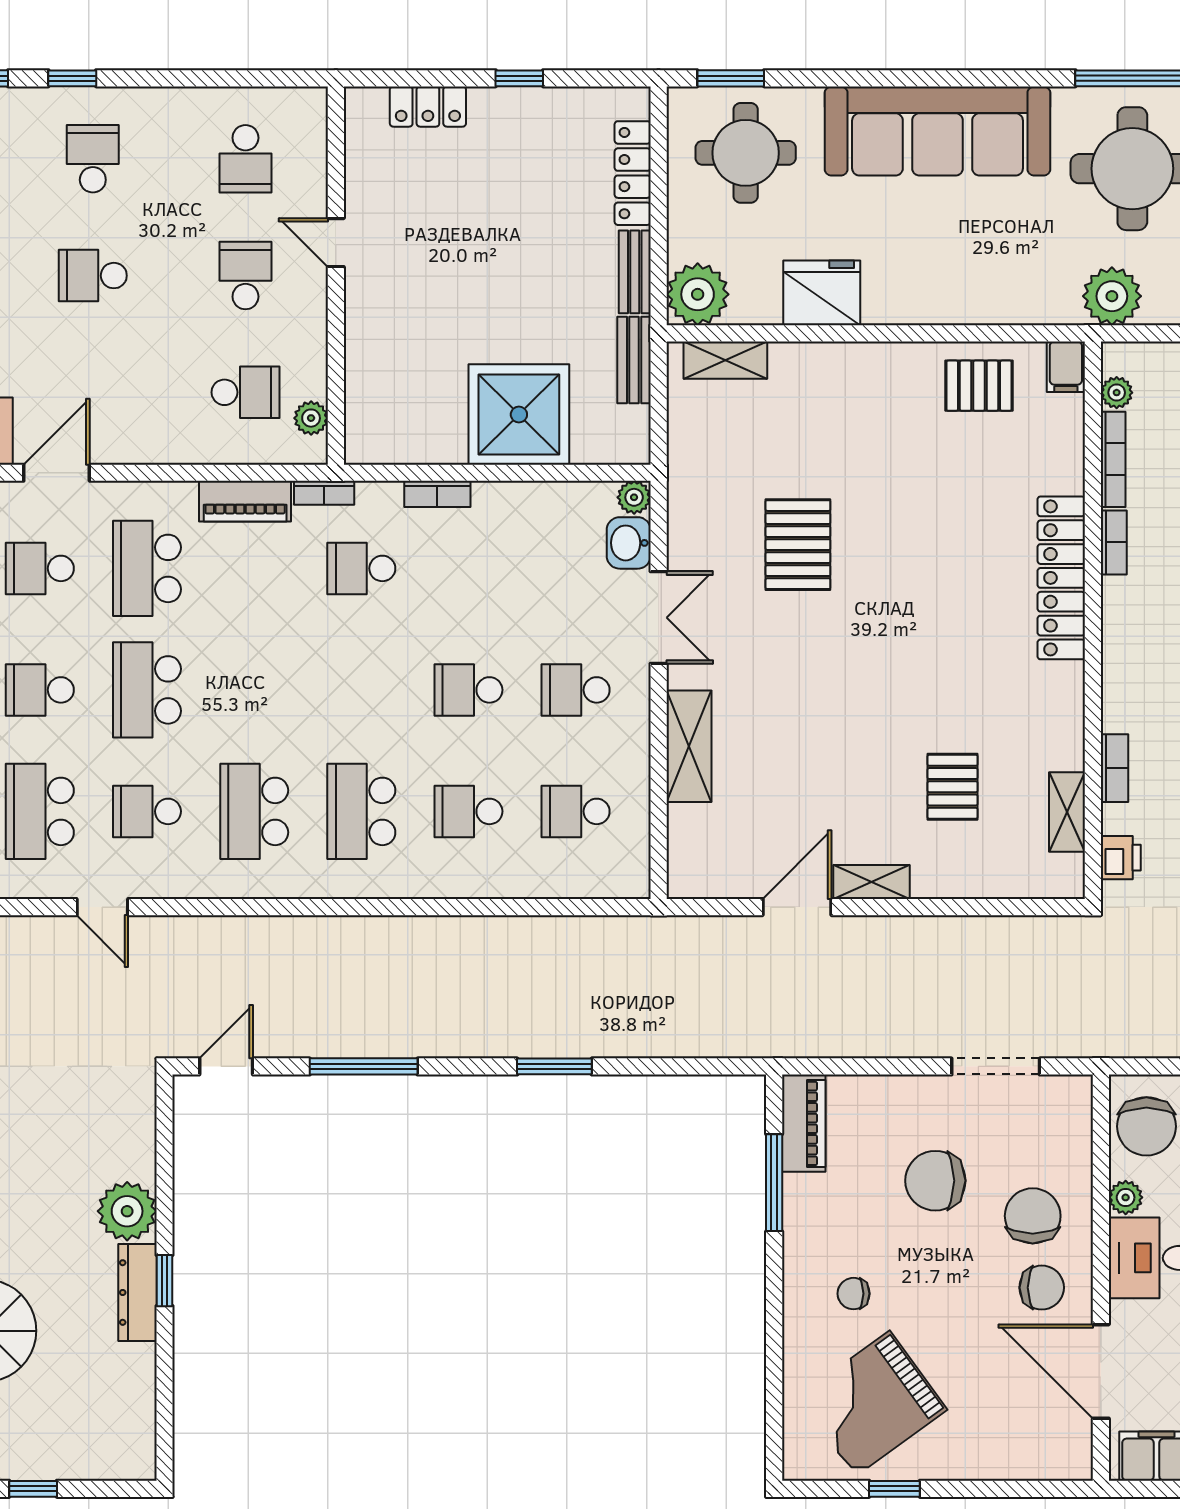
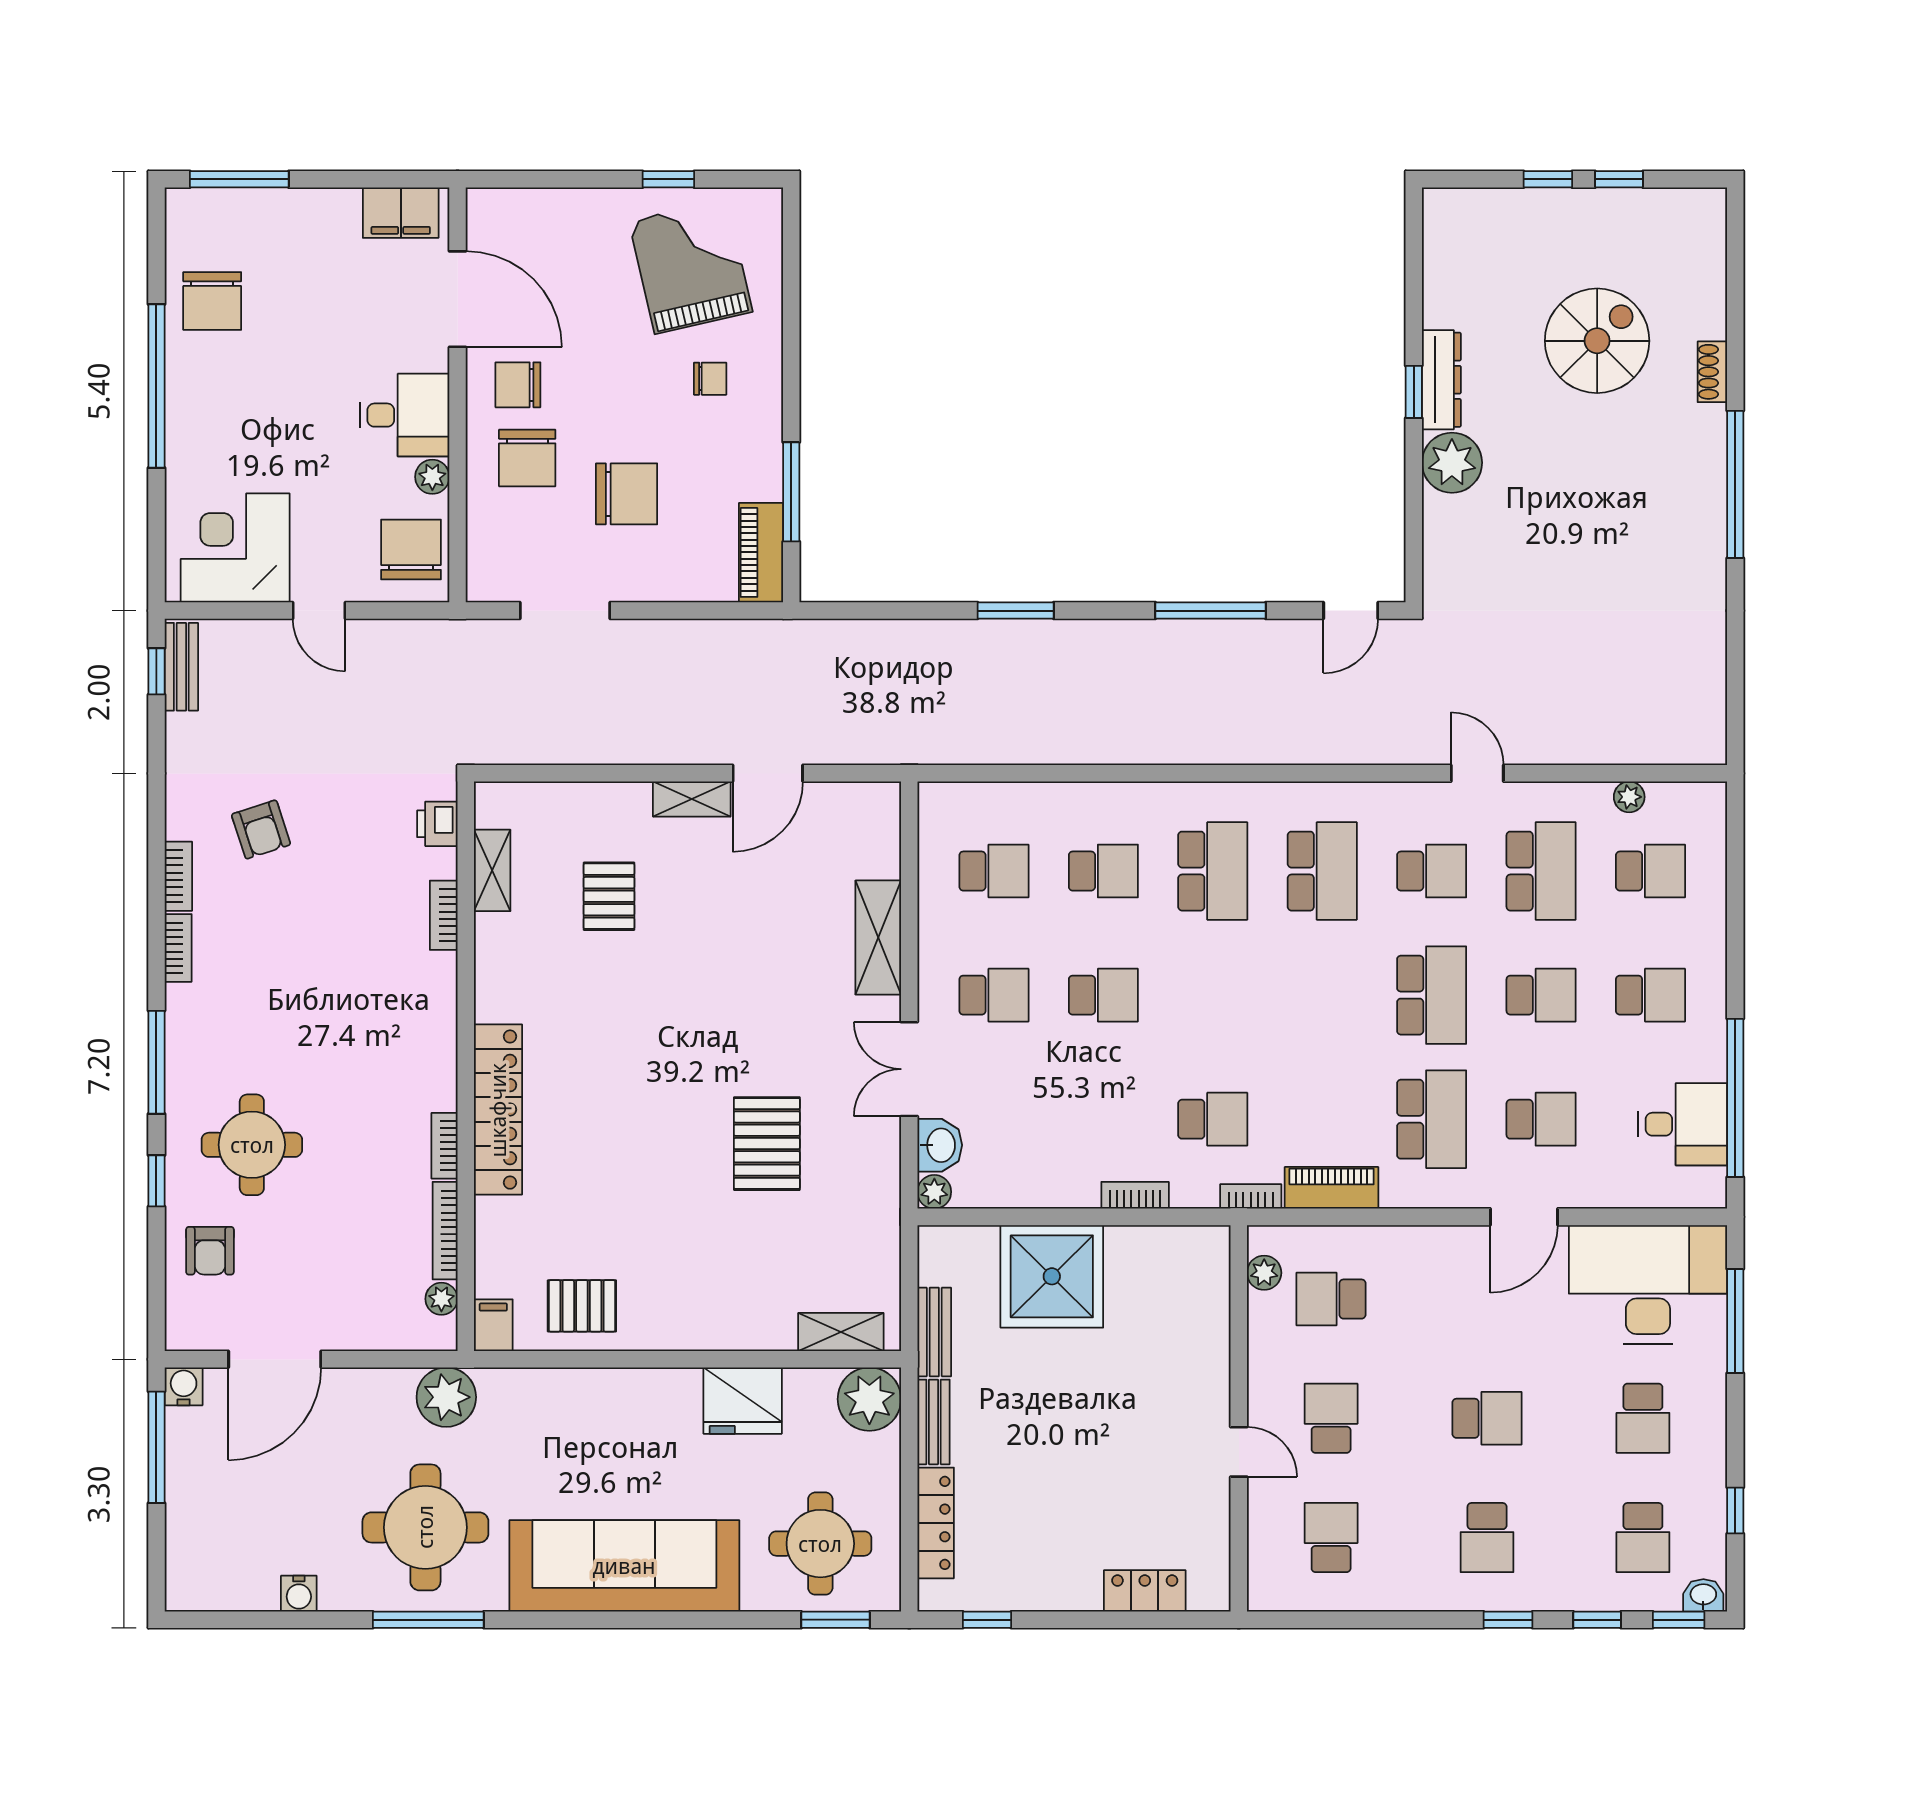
window: (519, 78) -> (987, 1620), moved
school desk: (245, 276) -> (1331, 1418), turned 180
grand piano: (873, 1403) -> (691, 267), turned -67

